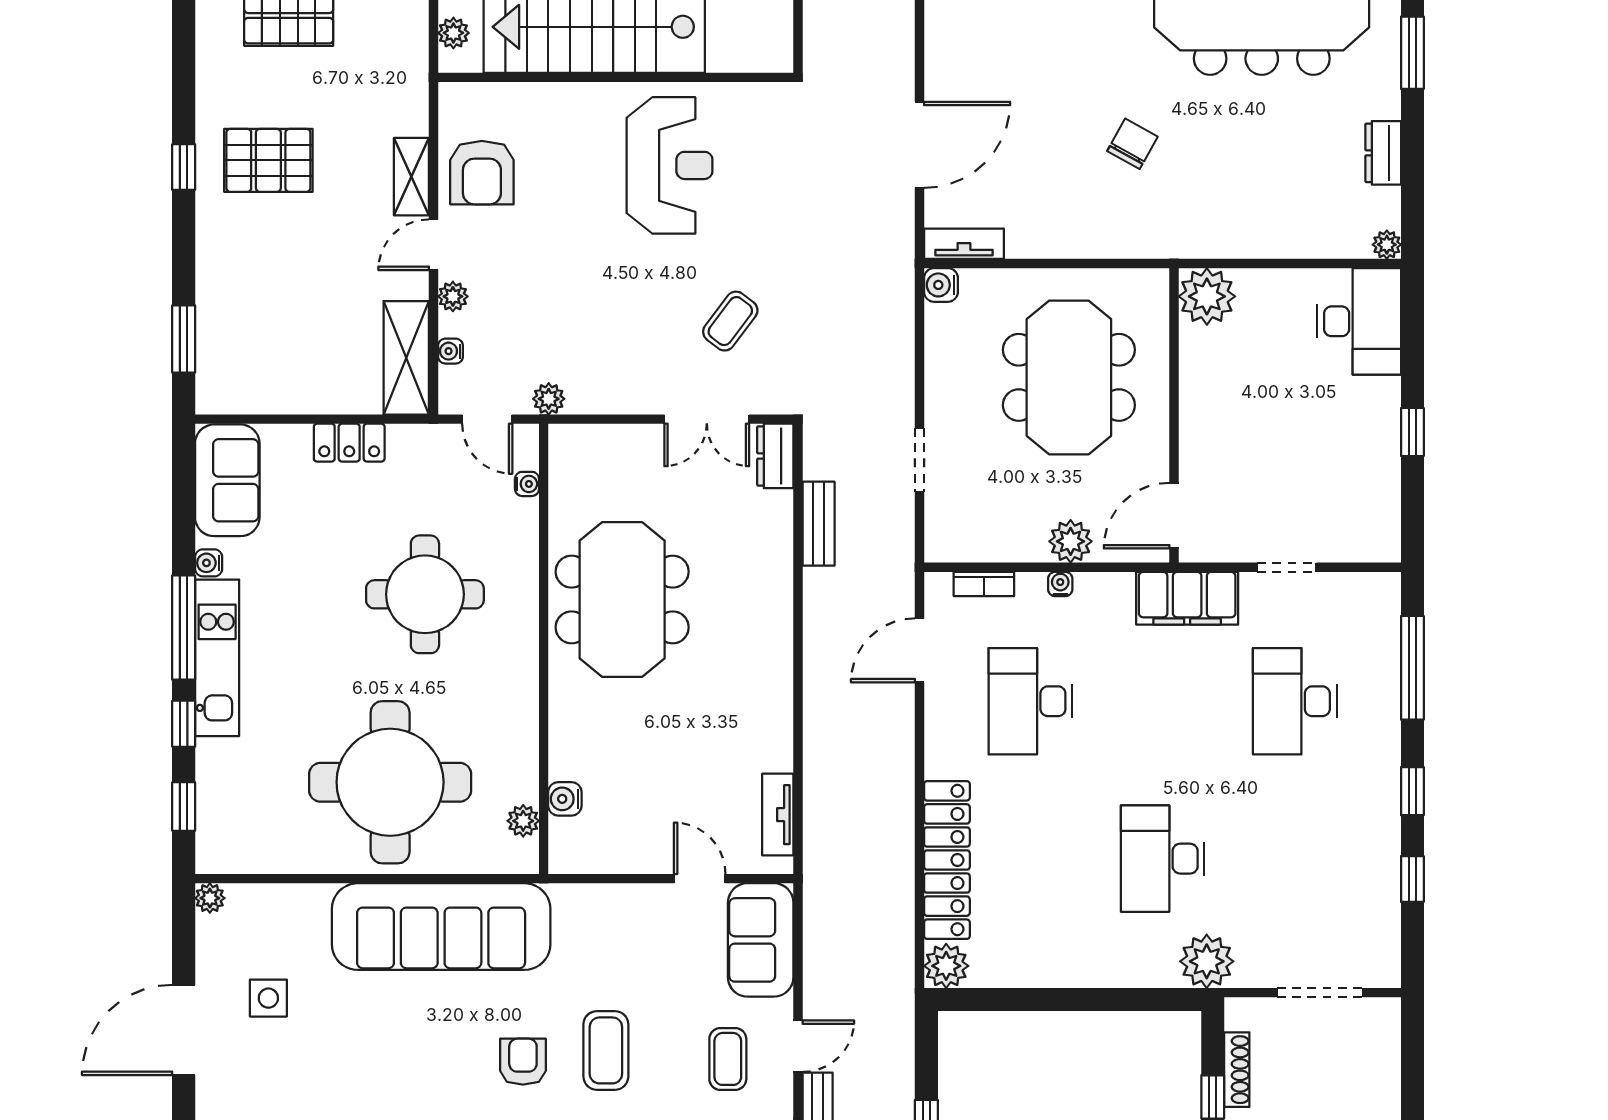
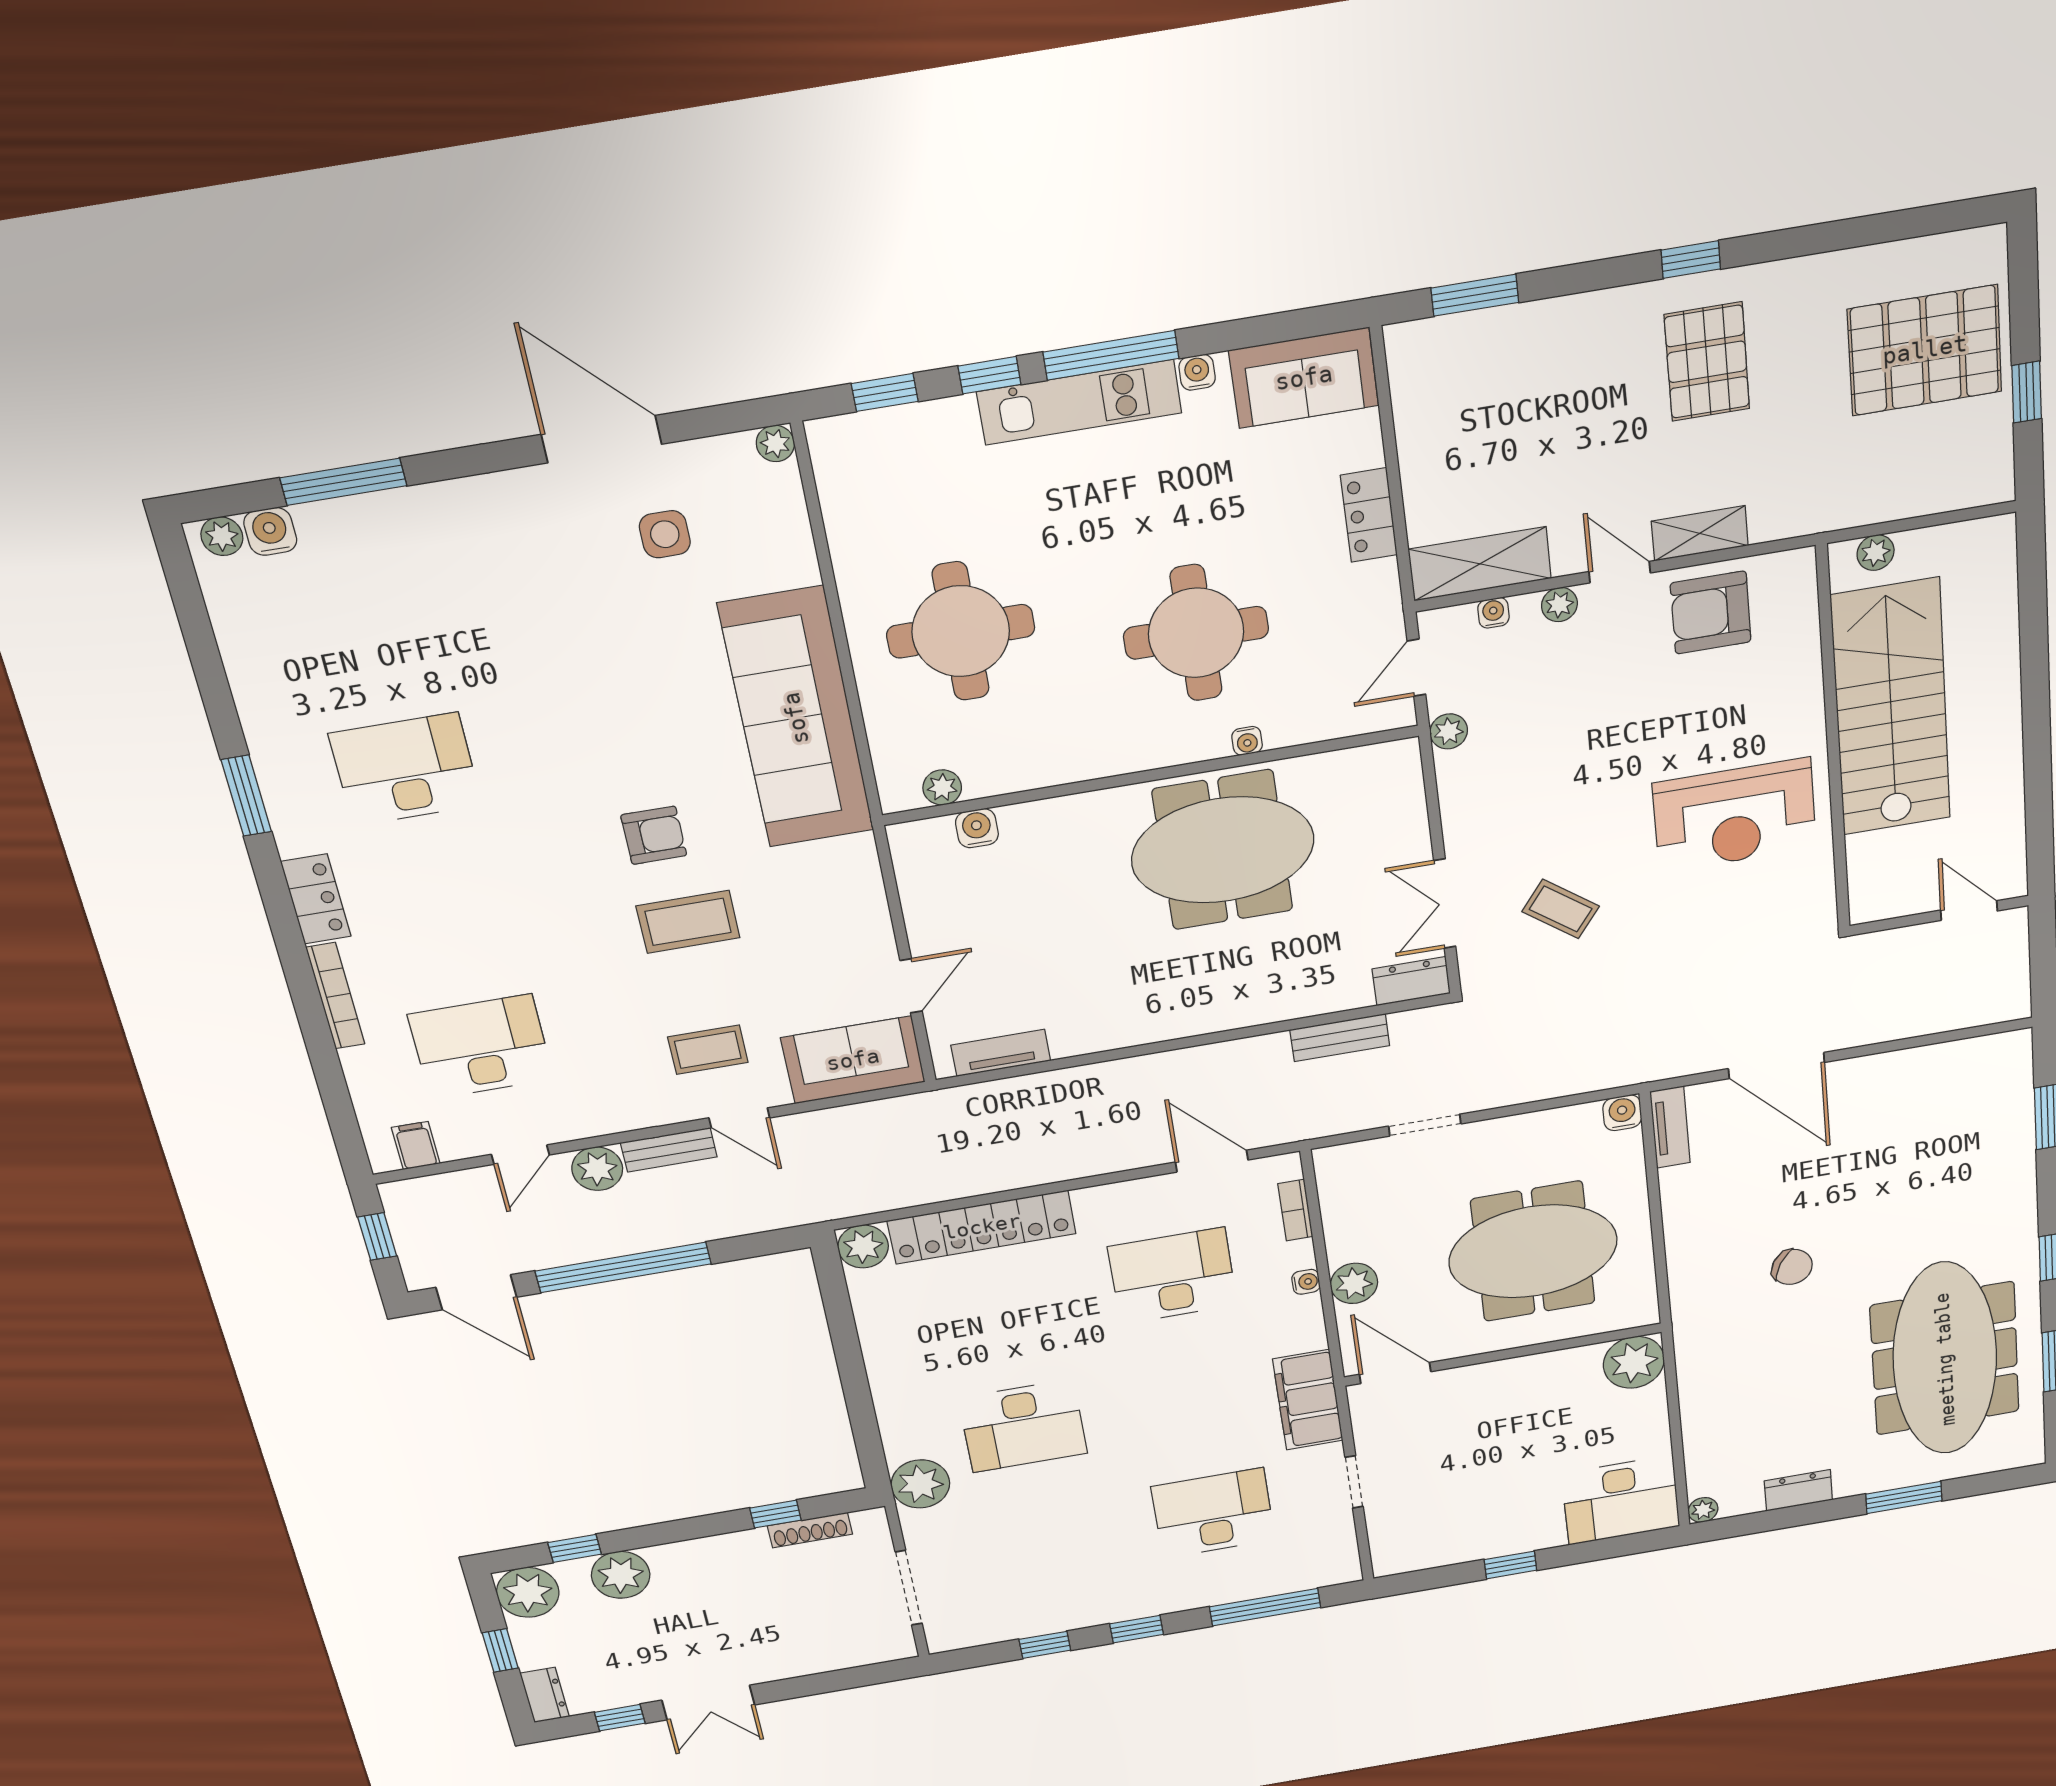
water cooler: (527, 484) -> (1247, 741), moved
round table: (390, 782) -> (961, 631), width x0.73, depth x0.73
desk: (1163, 859) -> (1023, 1426), turned 180

